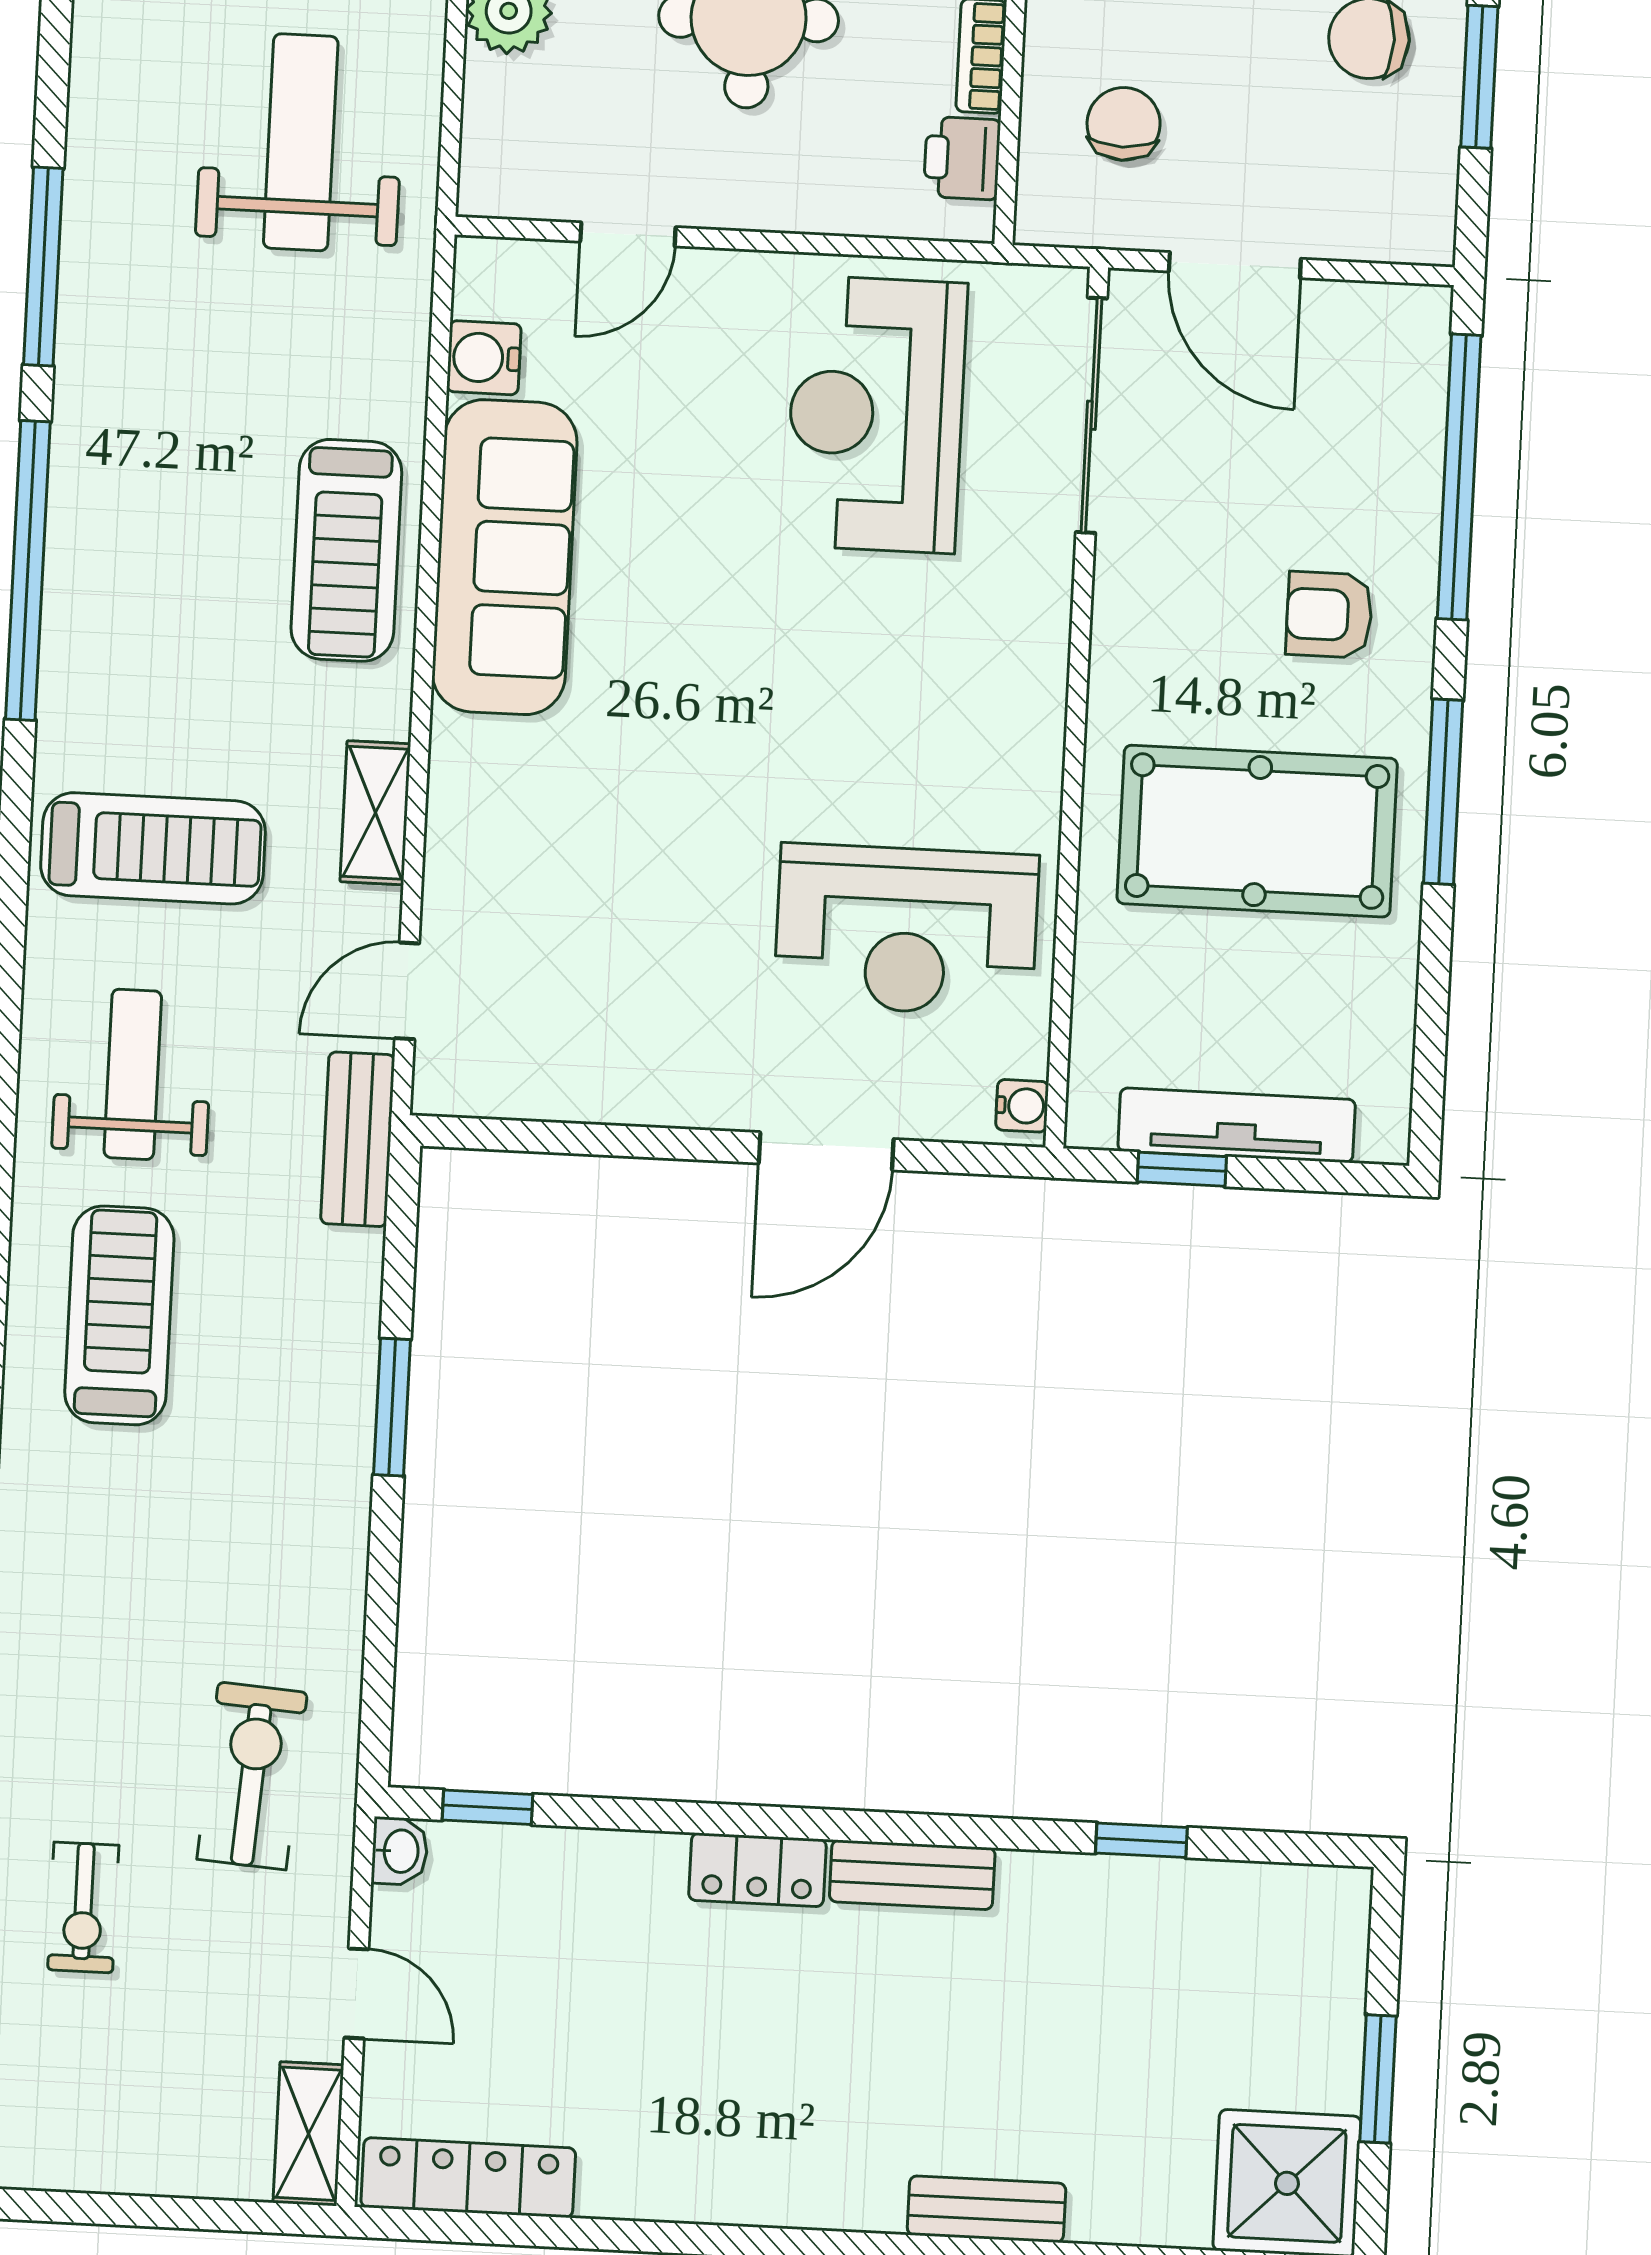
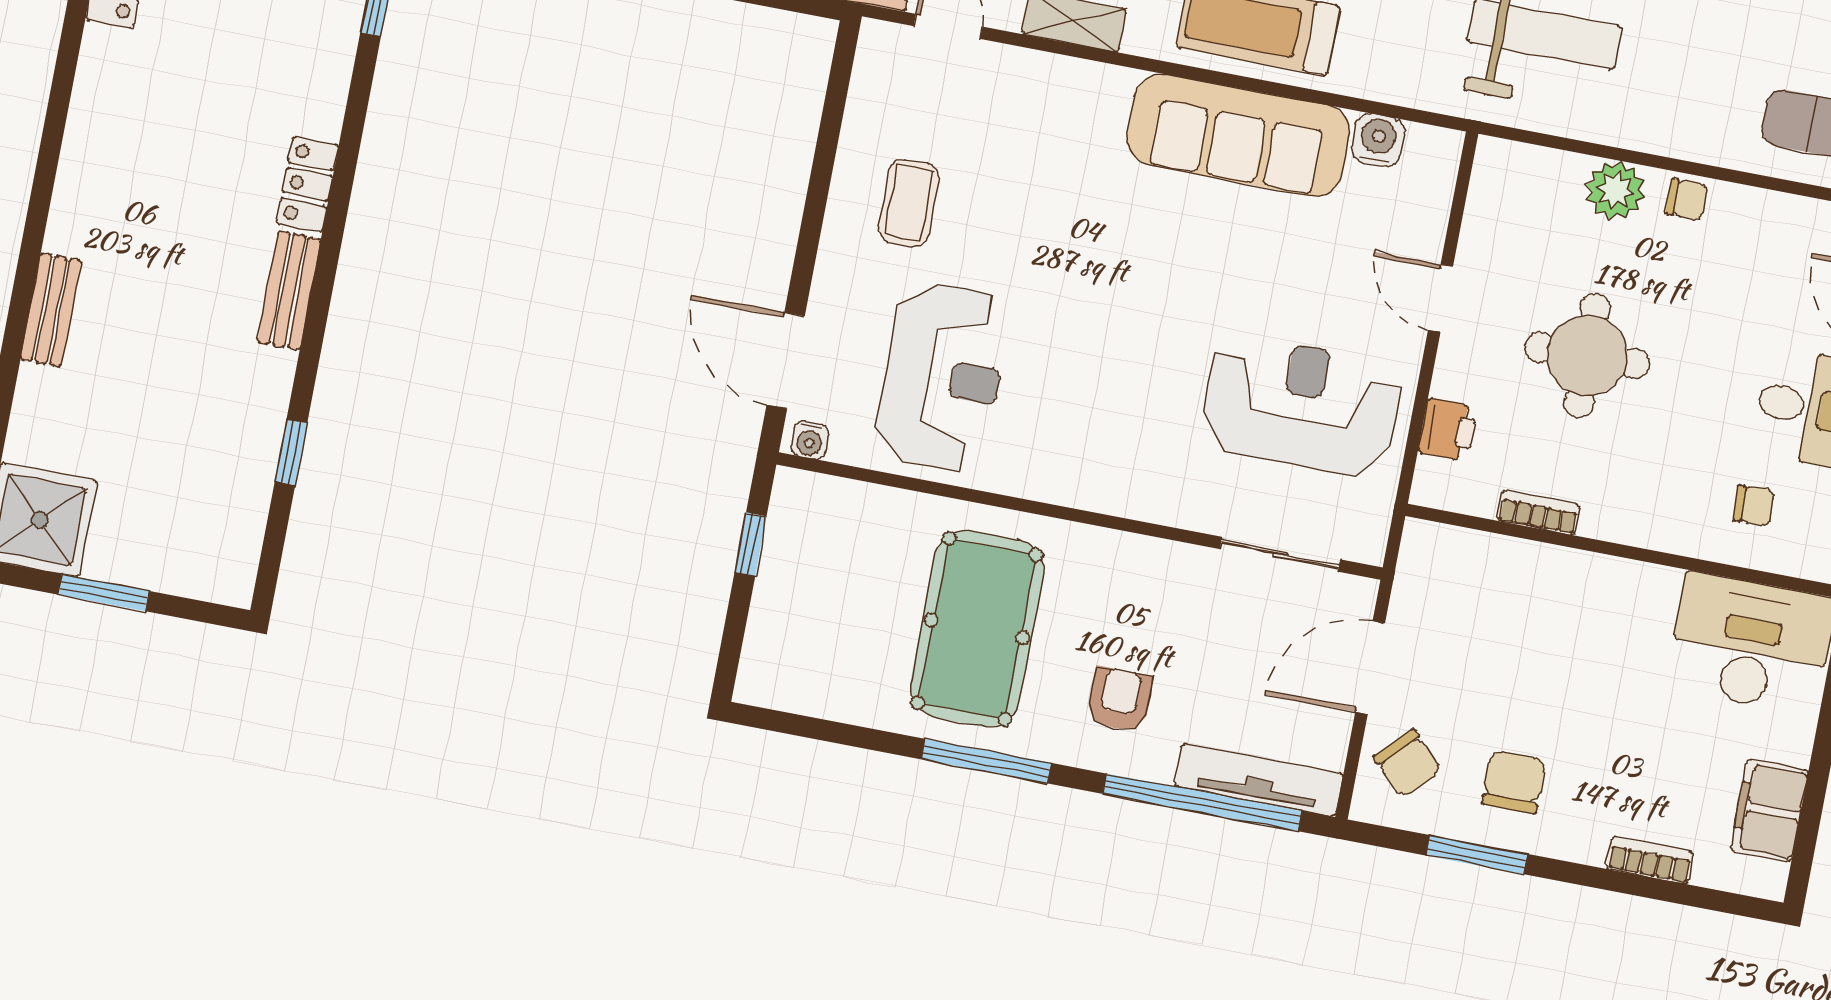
chair: (1124, 124) -> (1407, 764), moved, turned 45
printer: (962, 158) -> (1448, 430), moved, turned 90
door: (628, 234) -> (1441, 298), moved
sliding door: (1091, 415) -> (1280, 554), width x0.73
reception desk: (906, 930) -> (942, 377), turned 180
coffee table: (665, 1012) -> (909, 203), added
tv unit: (1237, 1125) -> (1259, 780), moved, turned -90
door: (826, 1151) -> (786, 361), moved

